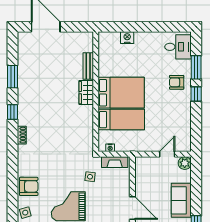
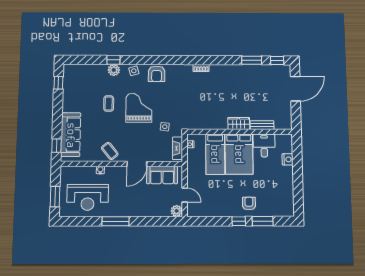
desk: (178, 47) -> (264, 145), moved, turned 180
window: (12, 112) -> (277, 60), moved
sofa: (181, 200) -> (162, 175), moved, turned 180

